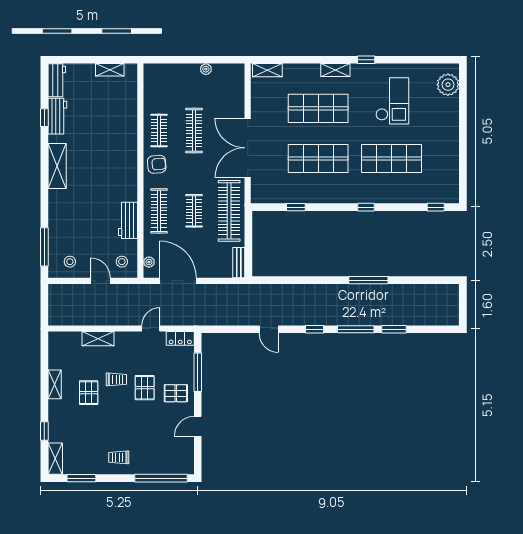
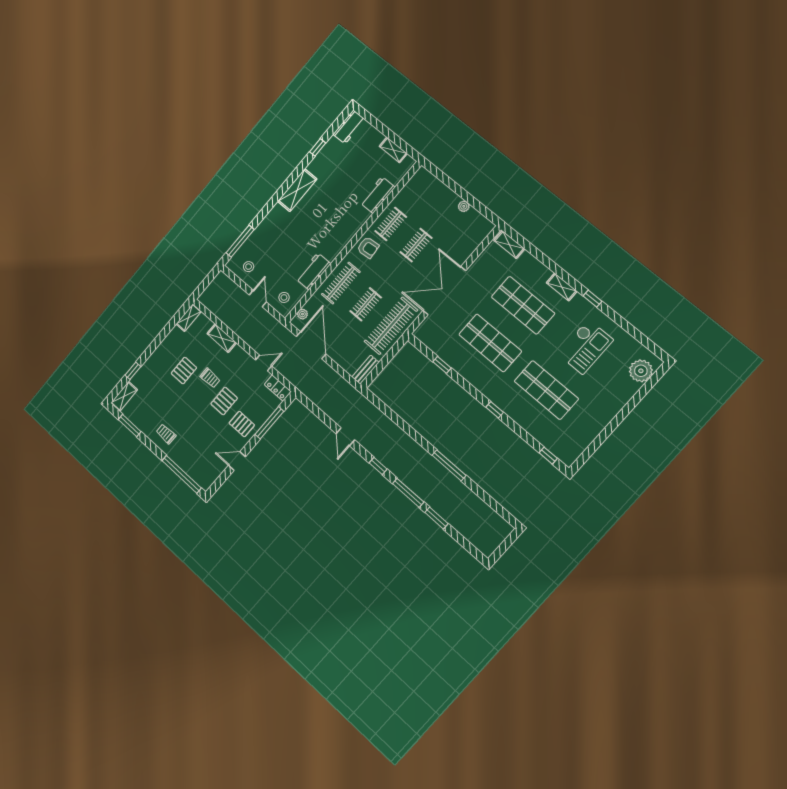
workbench: (57, 116) -> (378, 195), moved, turned 180
clothes rail: (194, 130) -> (416, 245), width x0.73
shelving: (55, 384) -> (189, 318), moved

